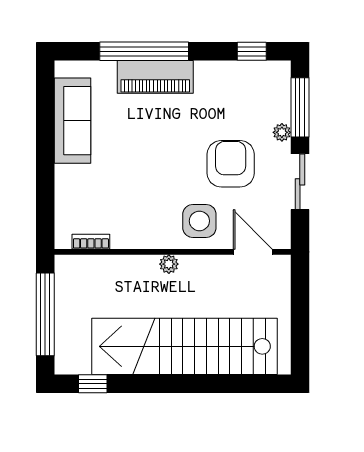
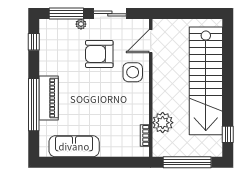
plant: (169, 264) -> (163, 123), moved, width x1.87, depth x1.87

